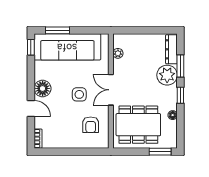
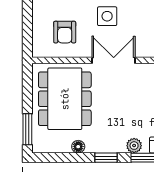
plant: (167, 75) -> (134, 146), width x0.53, depth x0.53
armchair: (91, 125) -> (65, 32), turned -90

